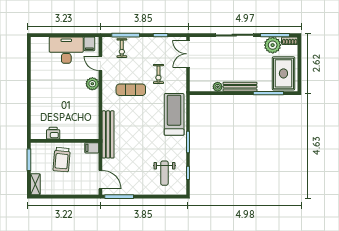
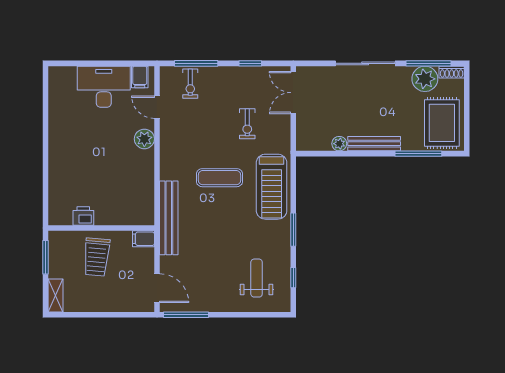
exercise mat: (131, 90) -> (219, 178), moved
treadmill: (174, 114) -> (272, 187), turned 180
weight bench: (164, 173) -> (257, 278), turned 180

